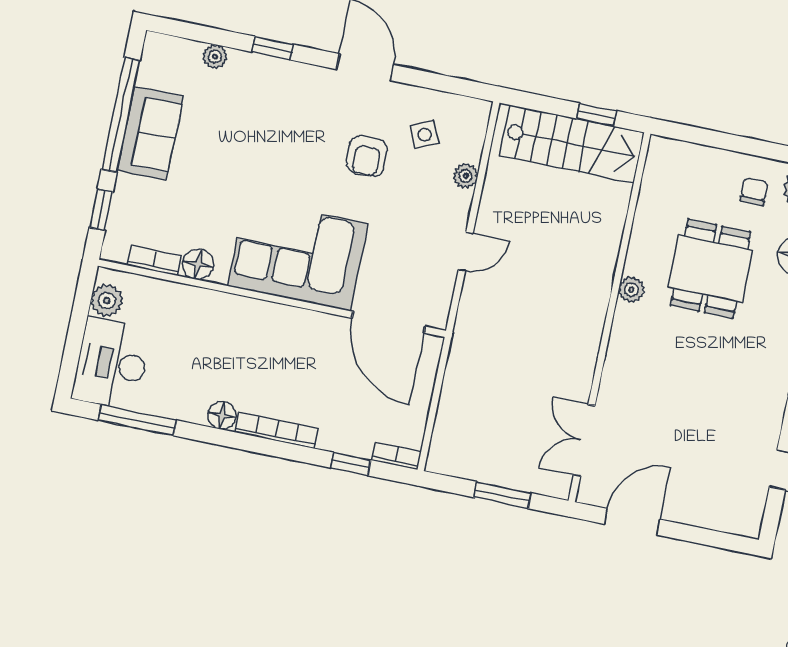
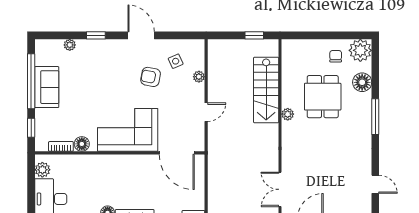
stairs: (572, 144) -> (266, 90), moved, turned 90
armchair: (367, 156) -> (151, 77), turned 100

